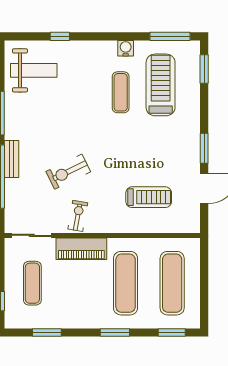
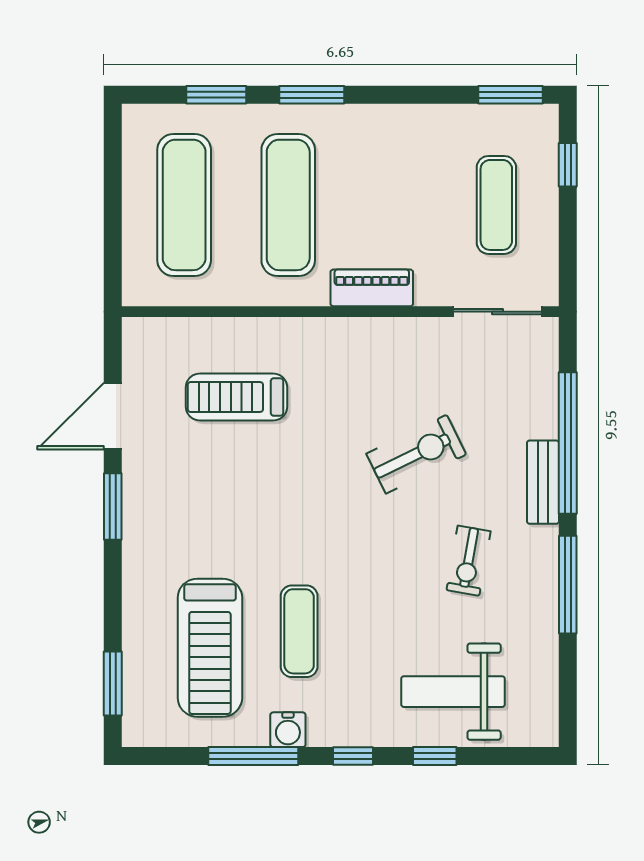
window: (97, 36) -> (353, 756), added
window: (170, 36) -> (253, 756), moved
weight bench: (34, 70) -> (453, 692), moved
exercise bike: (78, 216) -> (469, 561), moved
piano: (81, 249) -> (372, 288), width x0.73, depth x0.75
window: (47, 333) -> (511, 95), moved
window: (172, 333) -> (216, 95), moved

